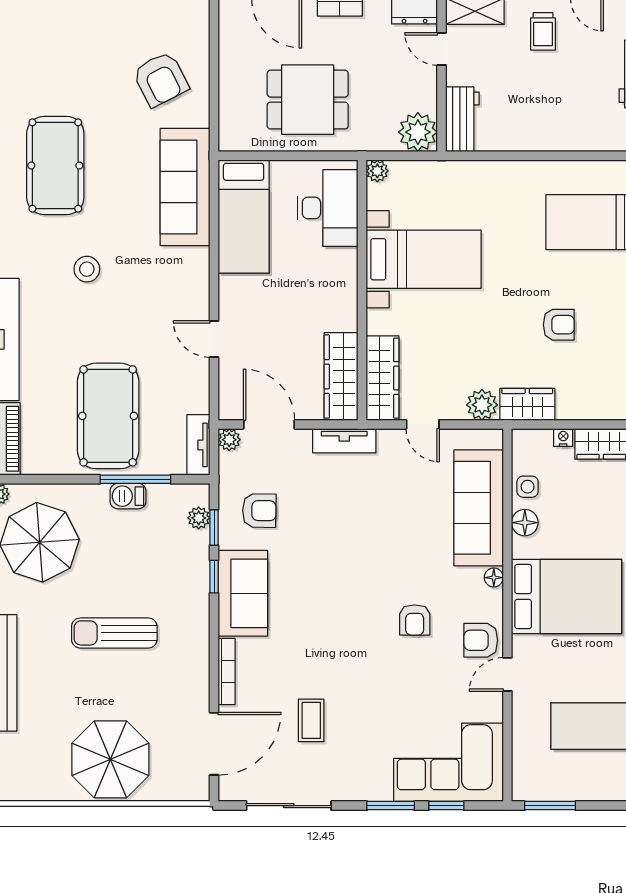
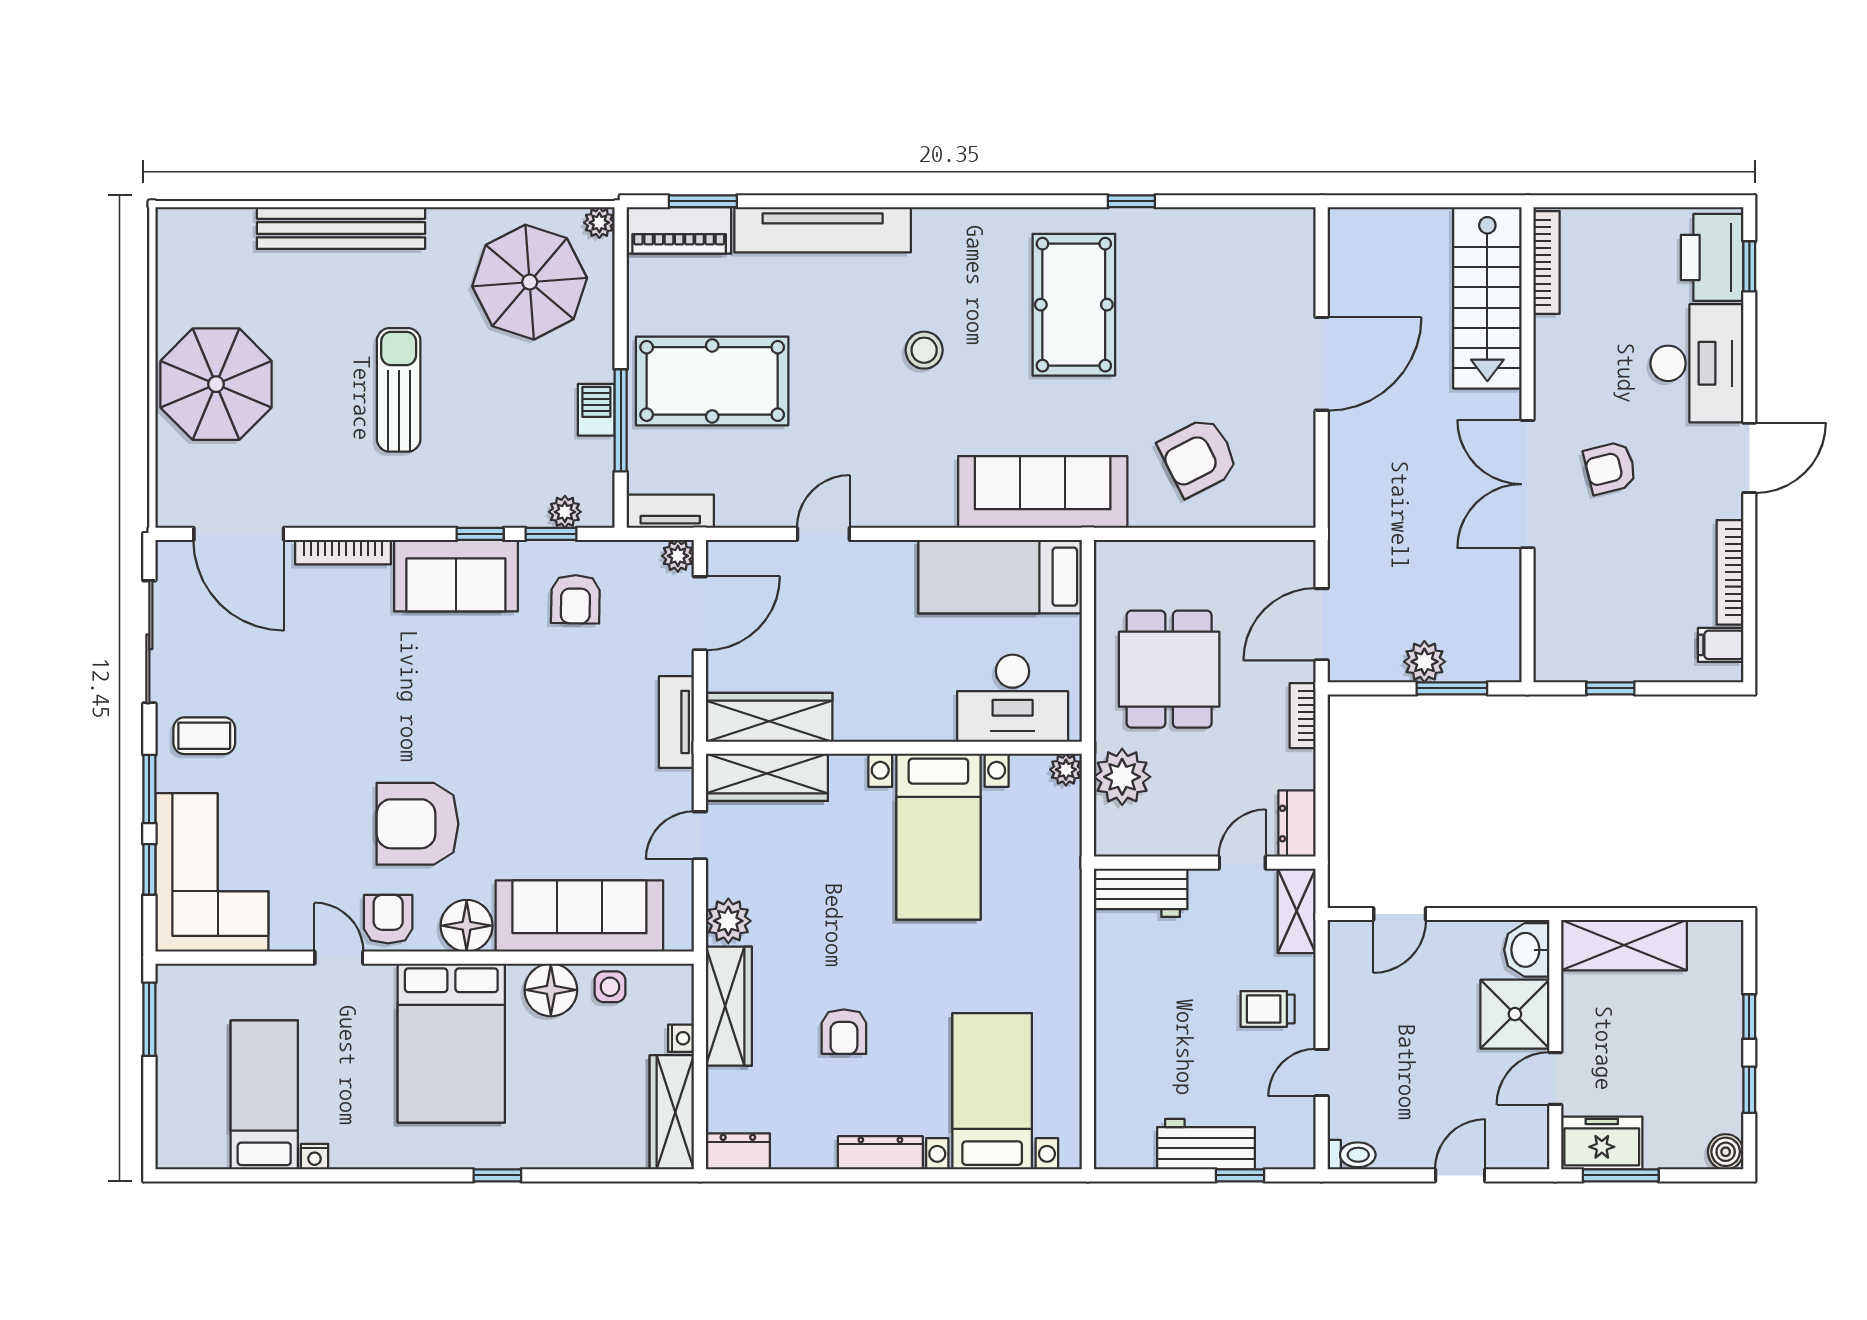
plant: (418, 132) -> (1122, 777), moved
pool table: (55, 166) -> (1074, 305), turned 90
wardrobe: (527, 404) -> (729, 1006), width x1.50
floor lamp: (525, 523) -> (551, 990), width x1.38, depth x1.38
floor lamp: (494, 578) -> (467, 926), width x1.89, depth x1.89
armchair: (415, 620) -> (417, 824), width x1.88, depth x1.88
coffee table: (311, 720) -> (204, 736), moved

